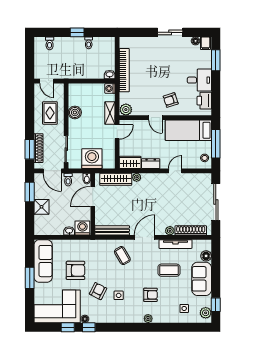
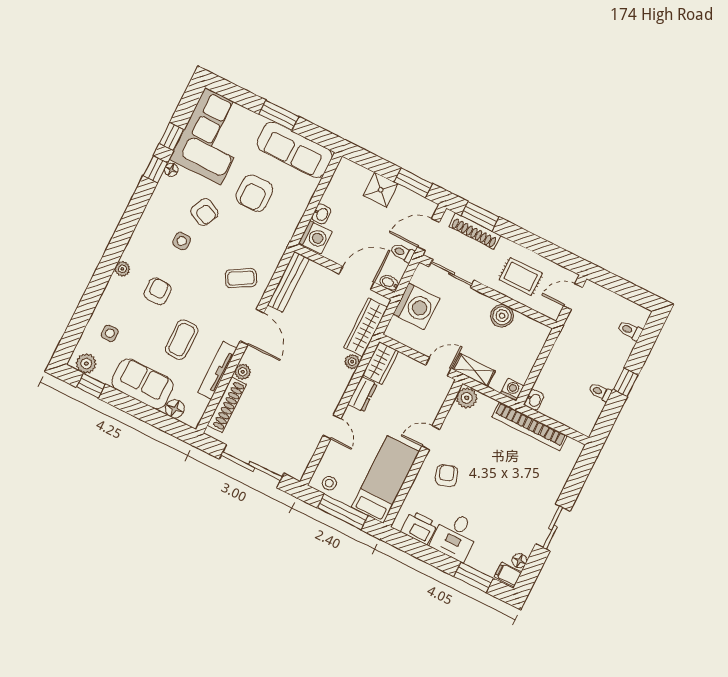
door: (117, 132) -> (438, 367), swing flipped
door: (93, 196) -> (357, 278), hinge flipped
armchair: (150, 295) -> (158, 291), turned 180

